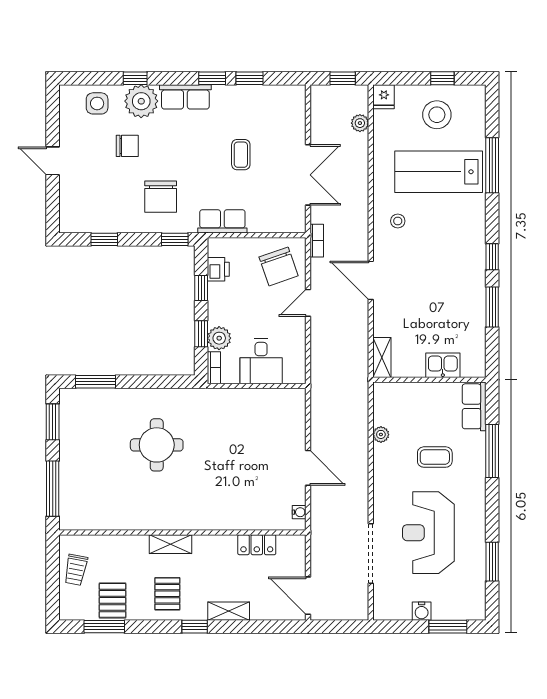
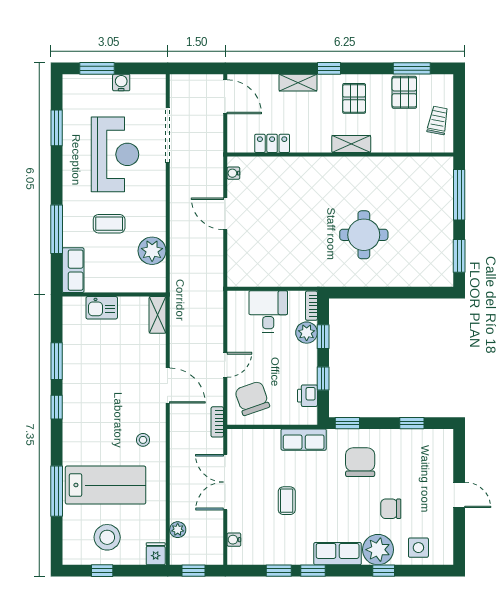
water cooler: (299, 112) -> (234, 540), added
window: (95, 382) -> (420, 293), removed
plant: (381, 434) -> (152, 251), width x1.88, depth x1.88

